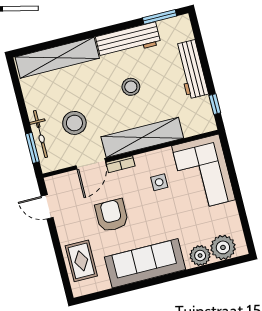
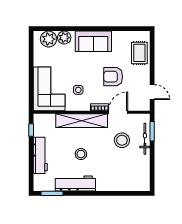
shelving: (57, 58) -> (122, 184), removed
armchair: (112, 215) -> (113, 77), turned 90
sofa: (145, 263) -> (93, 41), width x0.73

